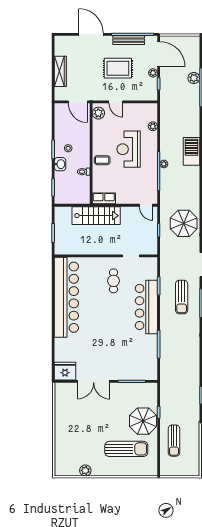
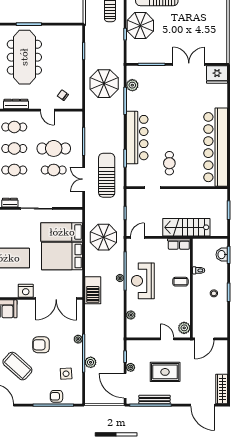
door: (91, 34) -> (203, 405), moved
wardrobe: (60, 71) -> (222, 389), moved
door: (78, 102) -> (204, 339), swing flipped
reception desk: (129, 149) -> (143, 281), moved, turned 180
washbasin: (60, 164) -> (222, 255), moved
door: (146, 205) -> (137, 237), hinge flipped
parasol: (184, 223) -> (103, 237), moved
sun lounger: (182, 297) -> (107, 175), moved, width x1.36, depth x1.34
plant: (151, 360) -> (132, 85), added
parasol: (180, 362) -> (104, 84), added

